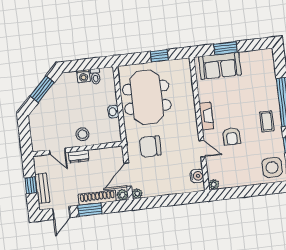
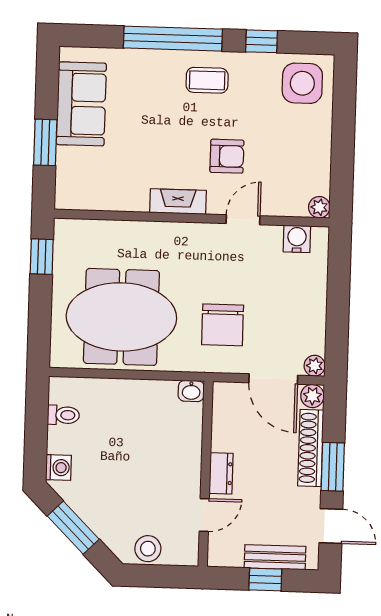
window: (159, 56) -> (42, 257), moved
sofa: (220, 66) -> (81, 104), moved
washing machine: (83, 76) -> (59, 468), moved
washbasin: (113, 112) -> (191, 391), moved
stool: (82, 134) -> (148, 549), moved

